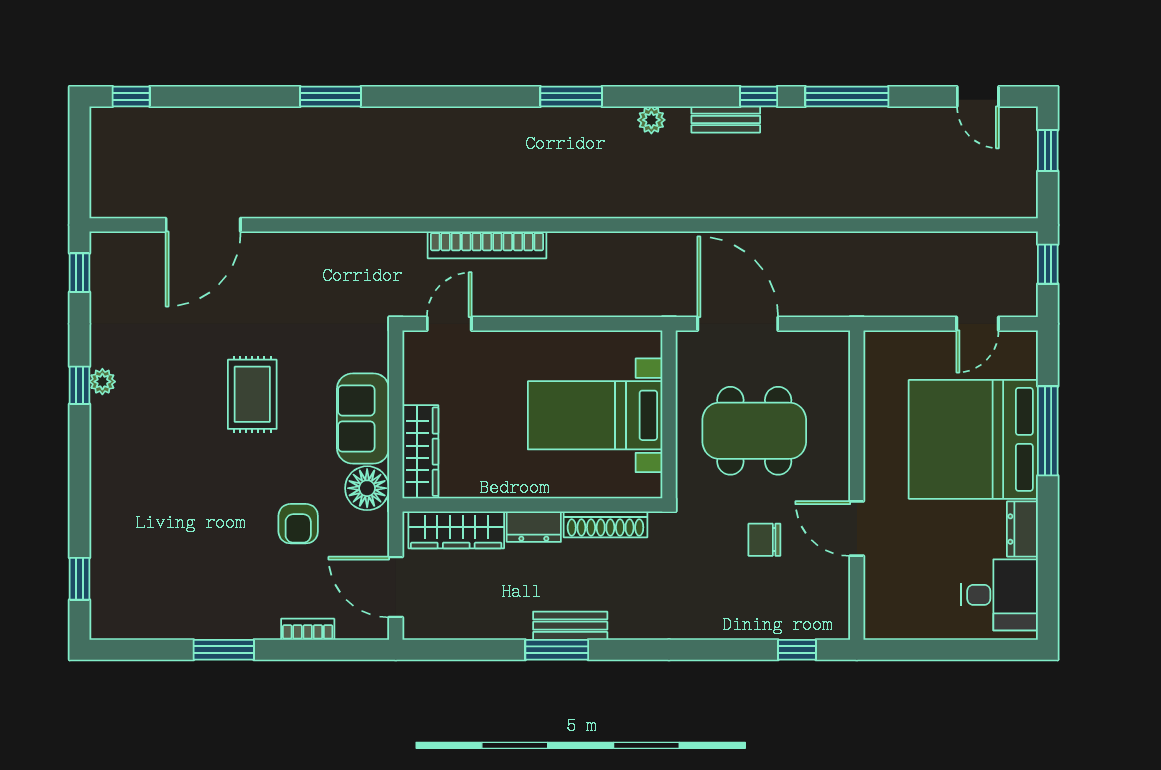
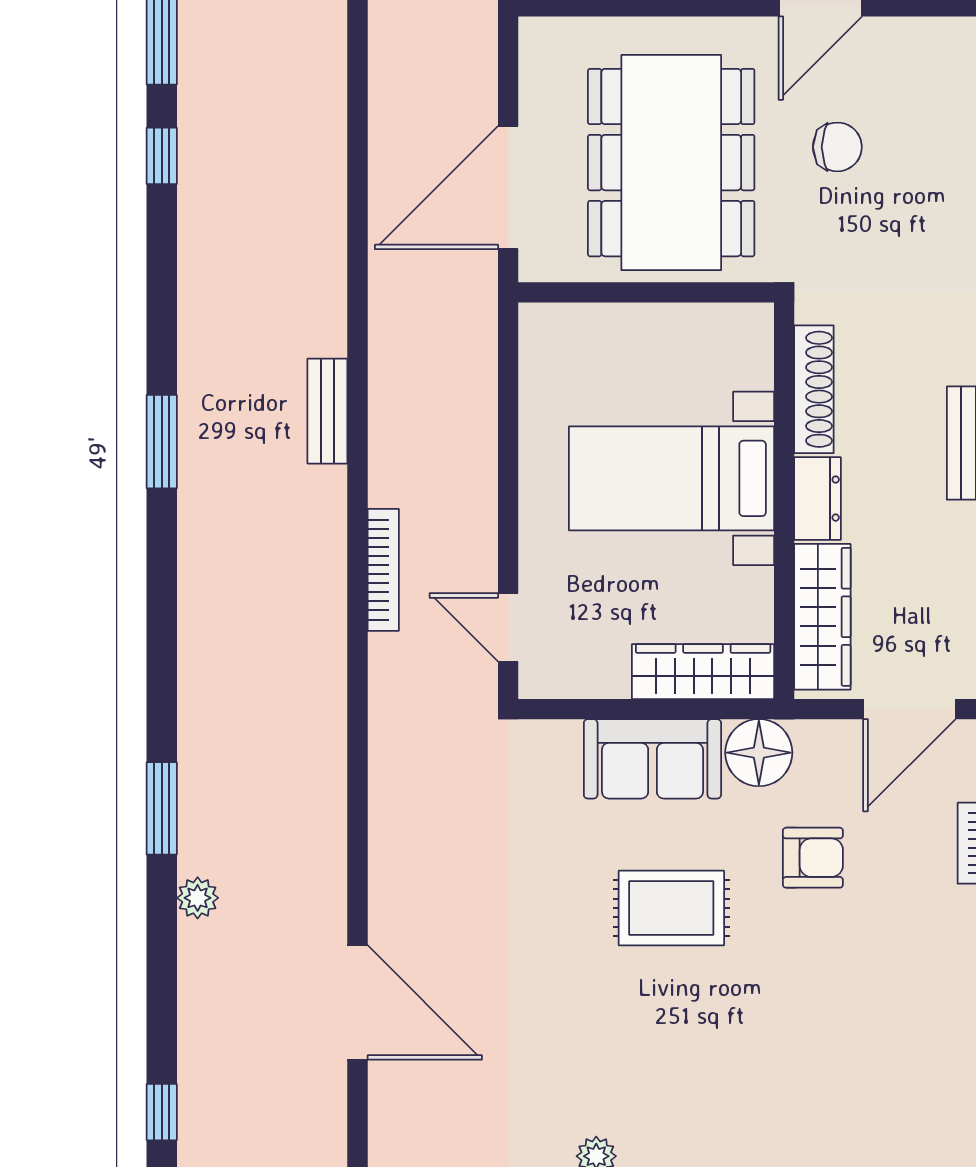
bench: (726, 119) -> (327, 411), moved
plant: (651, 120) -> (198, 898), moved
bookcase: (487, 245) -> (383, 570), width x0.68, depth x0.76
rug: (252, 394) -> (671, 908), moved
bed with nightstands: (595, 415) -> (672, 478), moved, turned 90
dining table: (754, 431) -> (671, 163), width x1.36, depth x1.24
chair: (764, 540) -> (837, 147), turned -90

